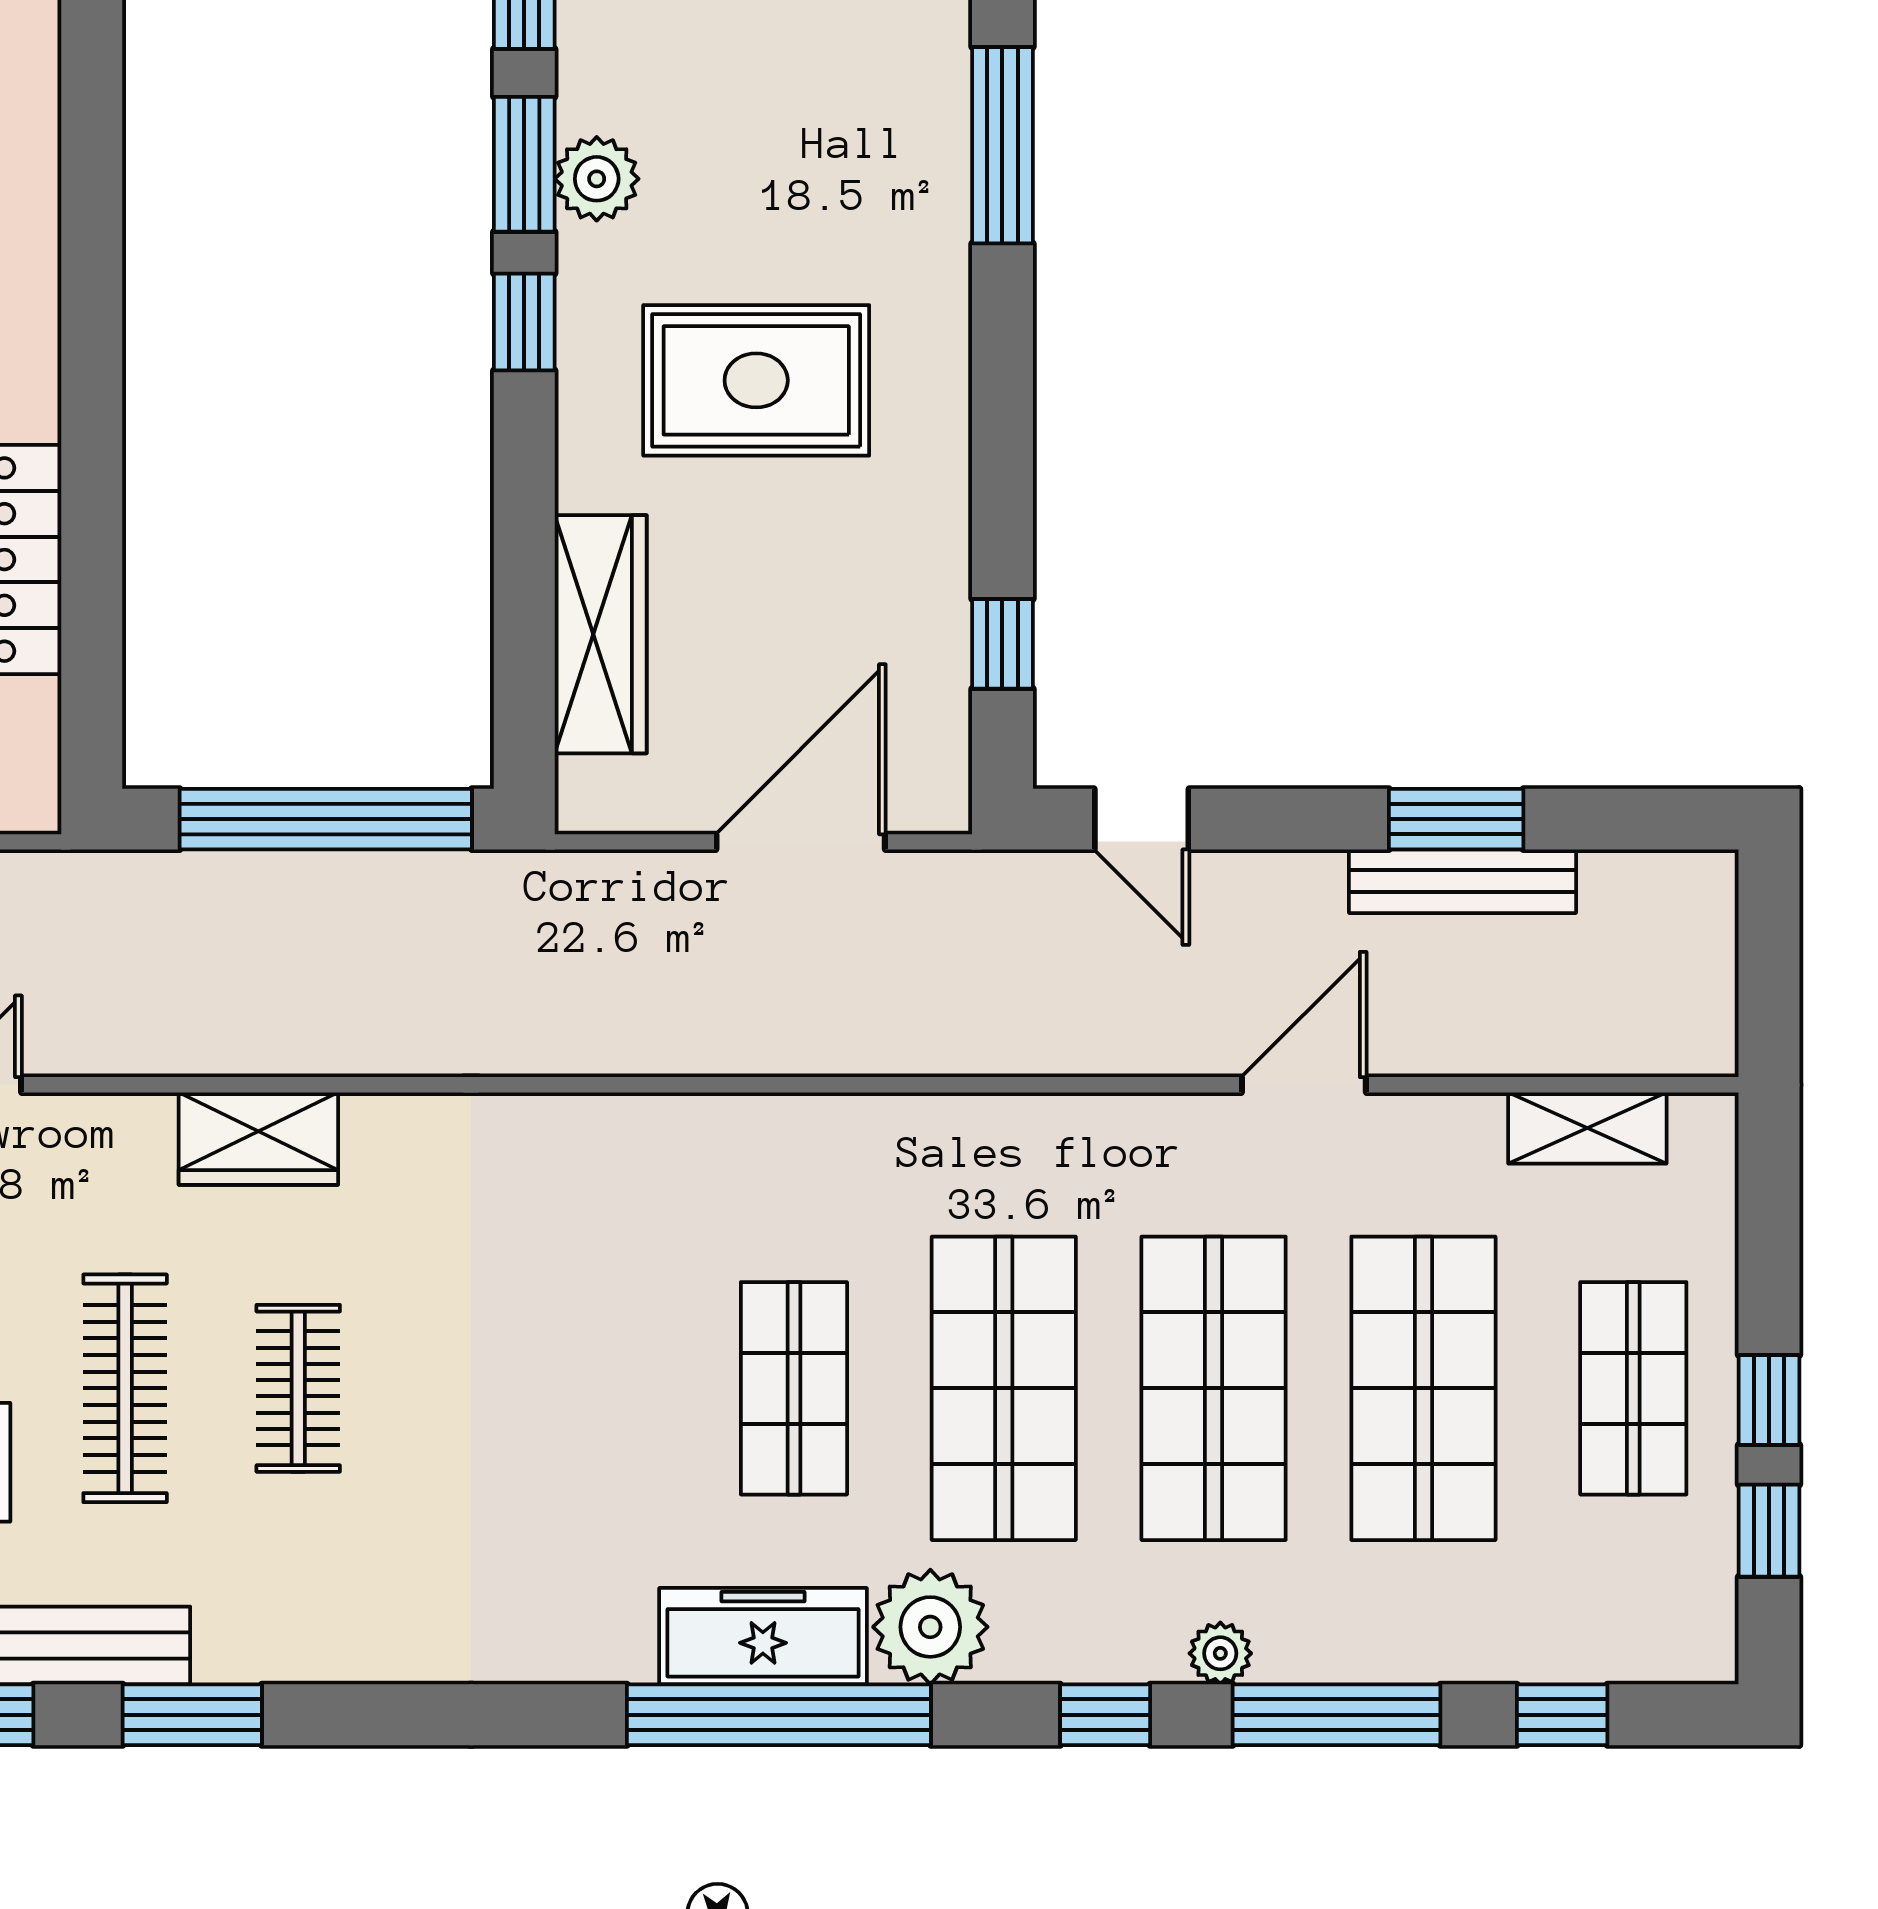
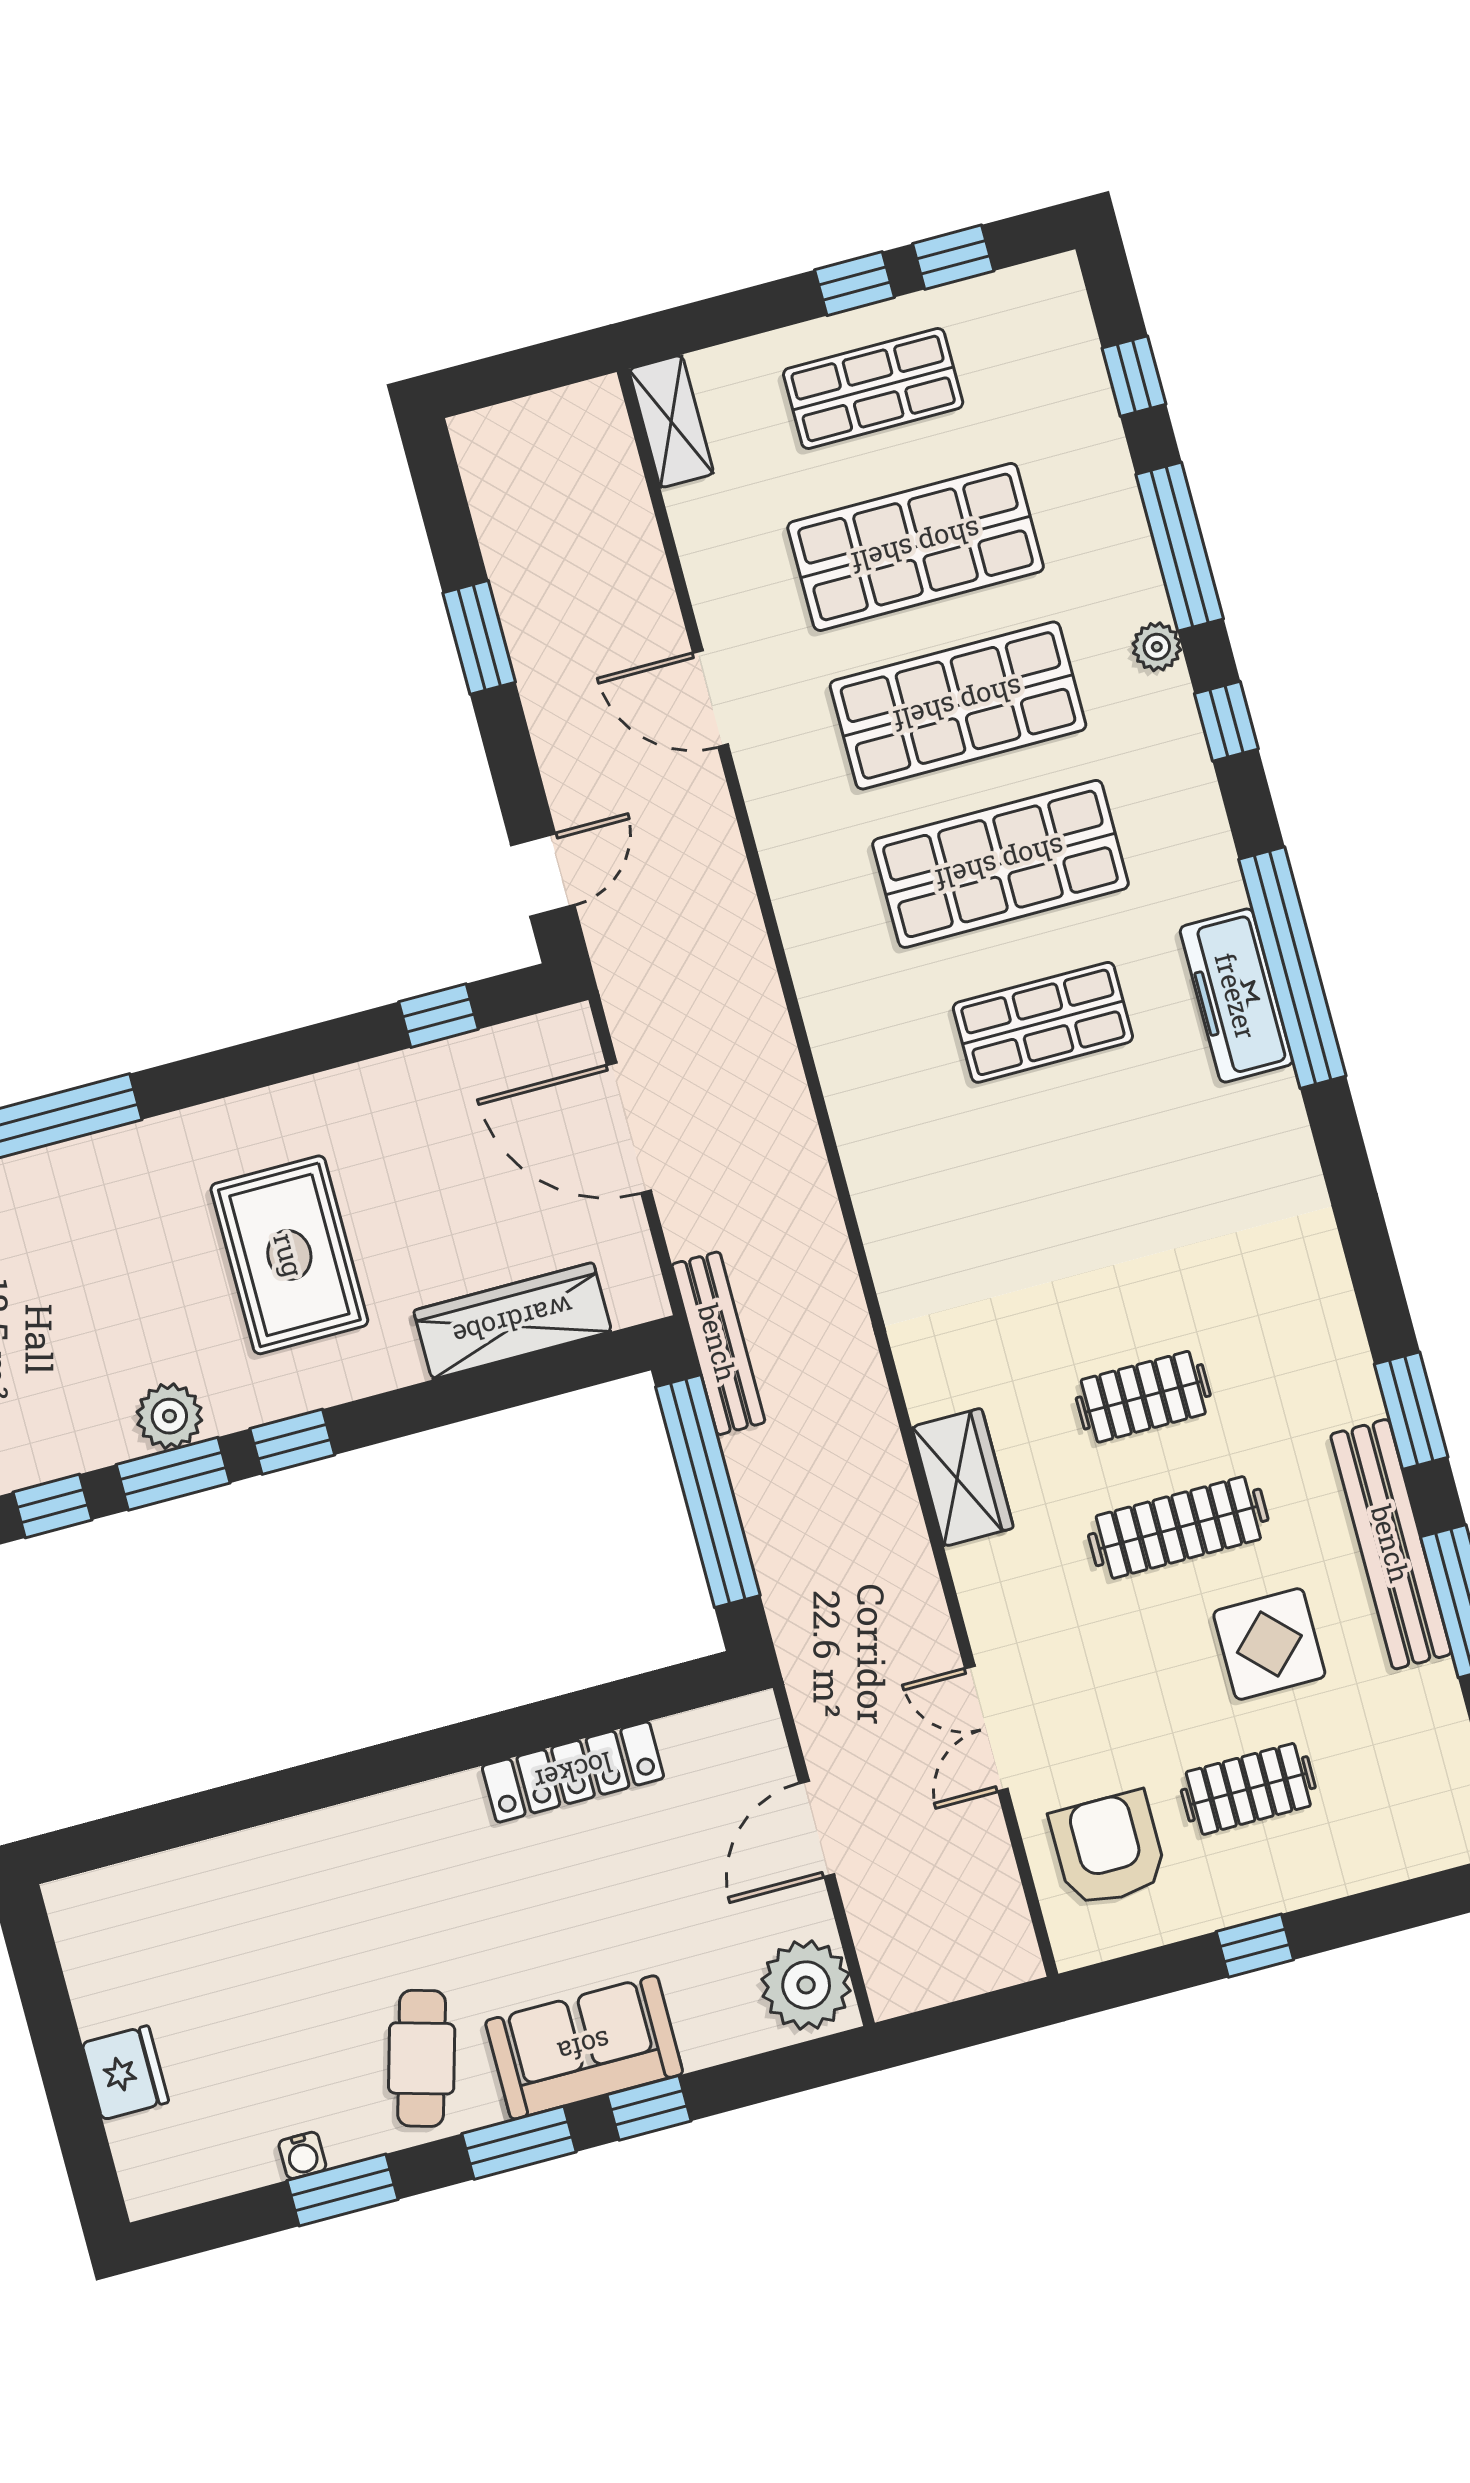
bench: (1462, 881) -> (718, 1343), moved
shelving: (1587, 1128) -> (671, 421), moved
plant: (930, 1627) -> (1196, 871), removed

